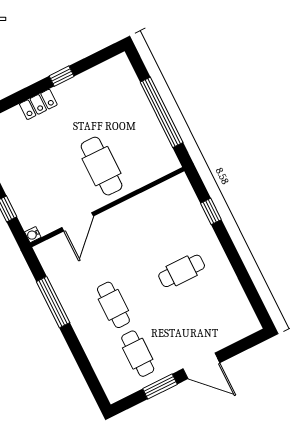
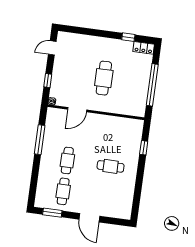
window: (62, 76) -> (128, 37), moved
locker: (38, 104) -> (144, 48), moved
cafe table: (102, 166) -> (104, 78), moved
window: (160, 386) -> (52, 213), moved

